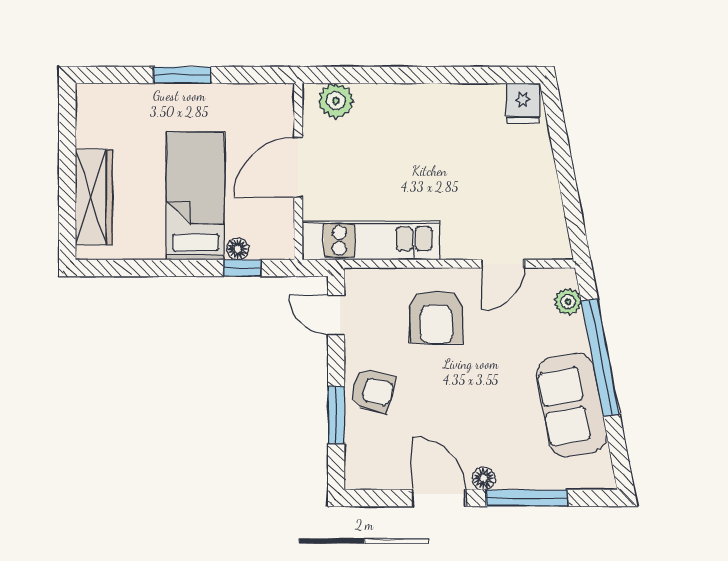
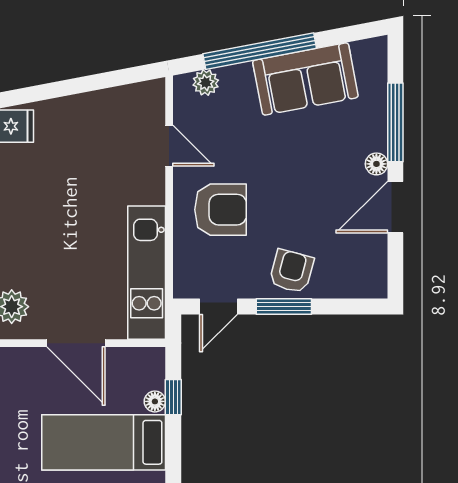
window: (336, 415) -> (284, 306), moved

